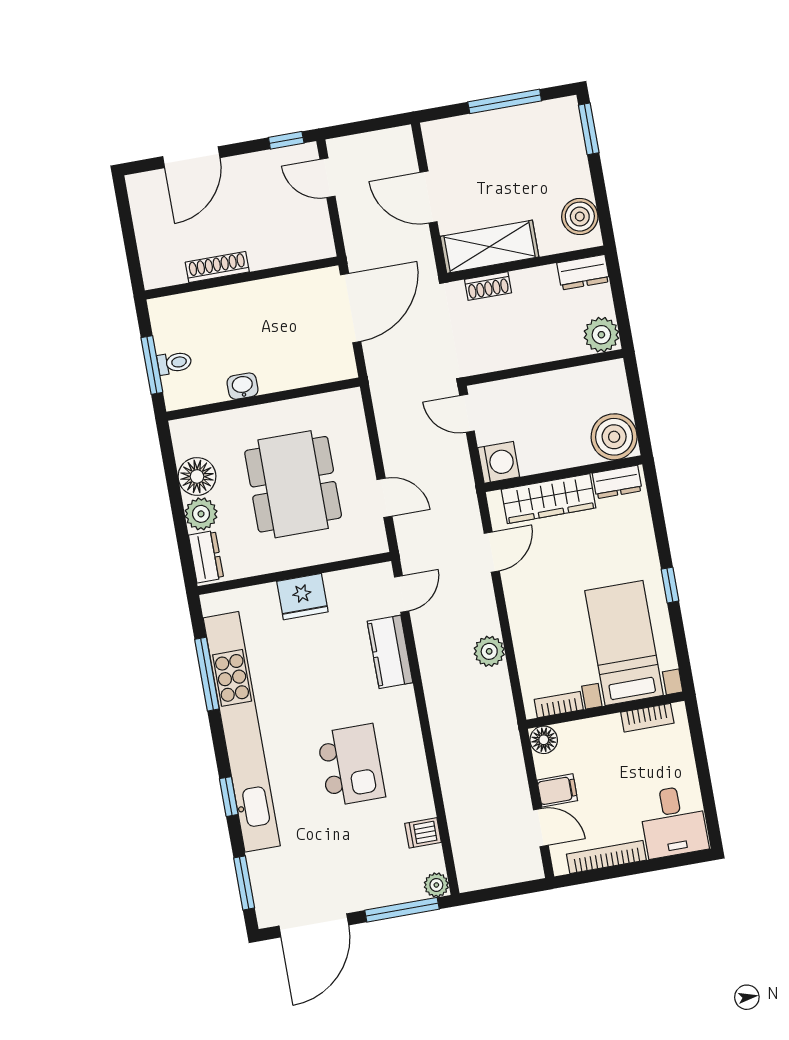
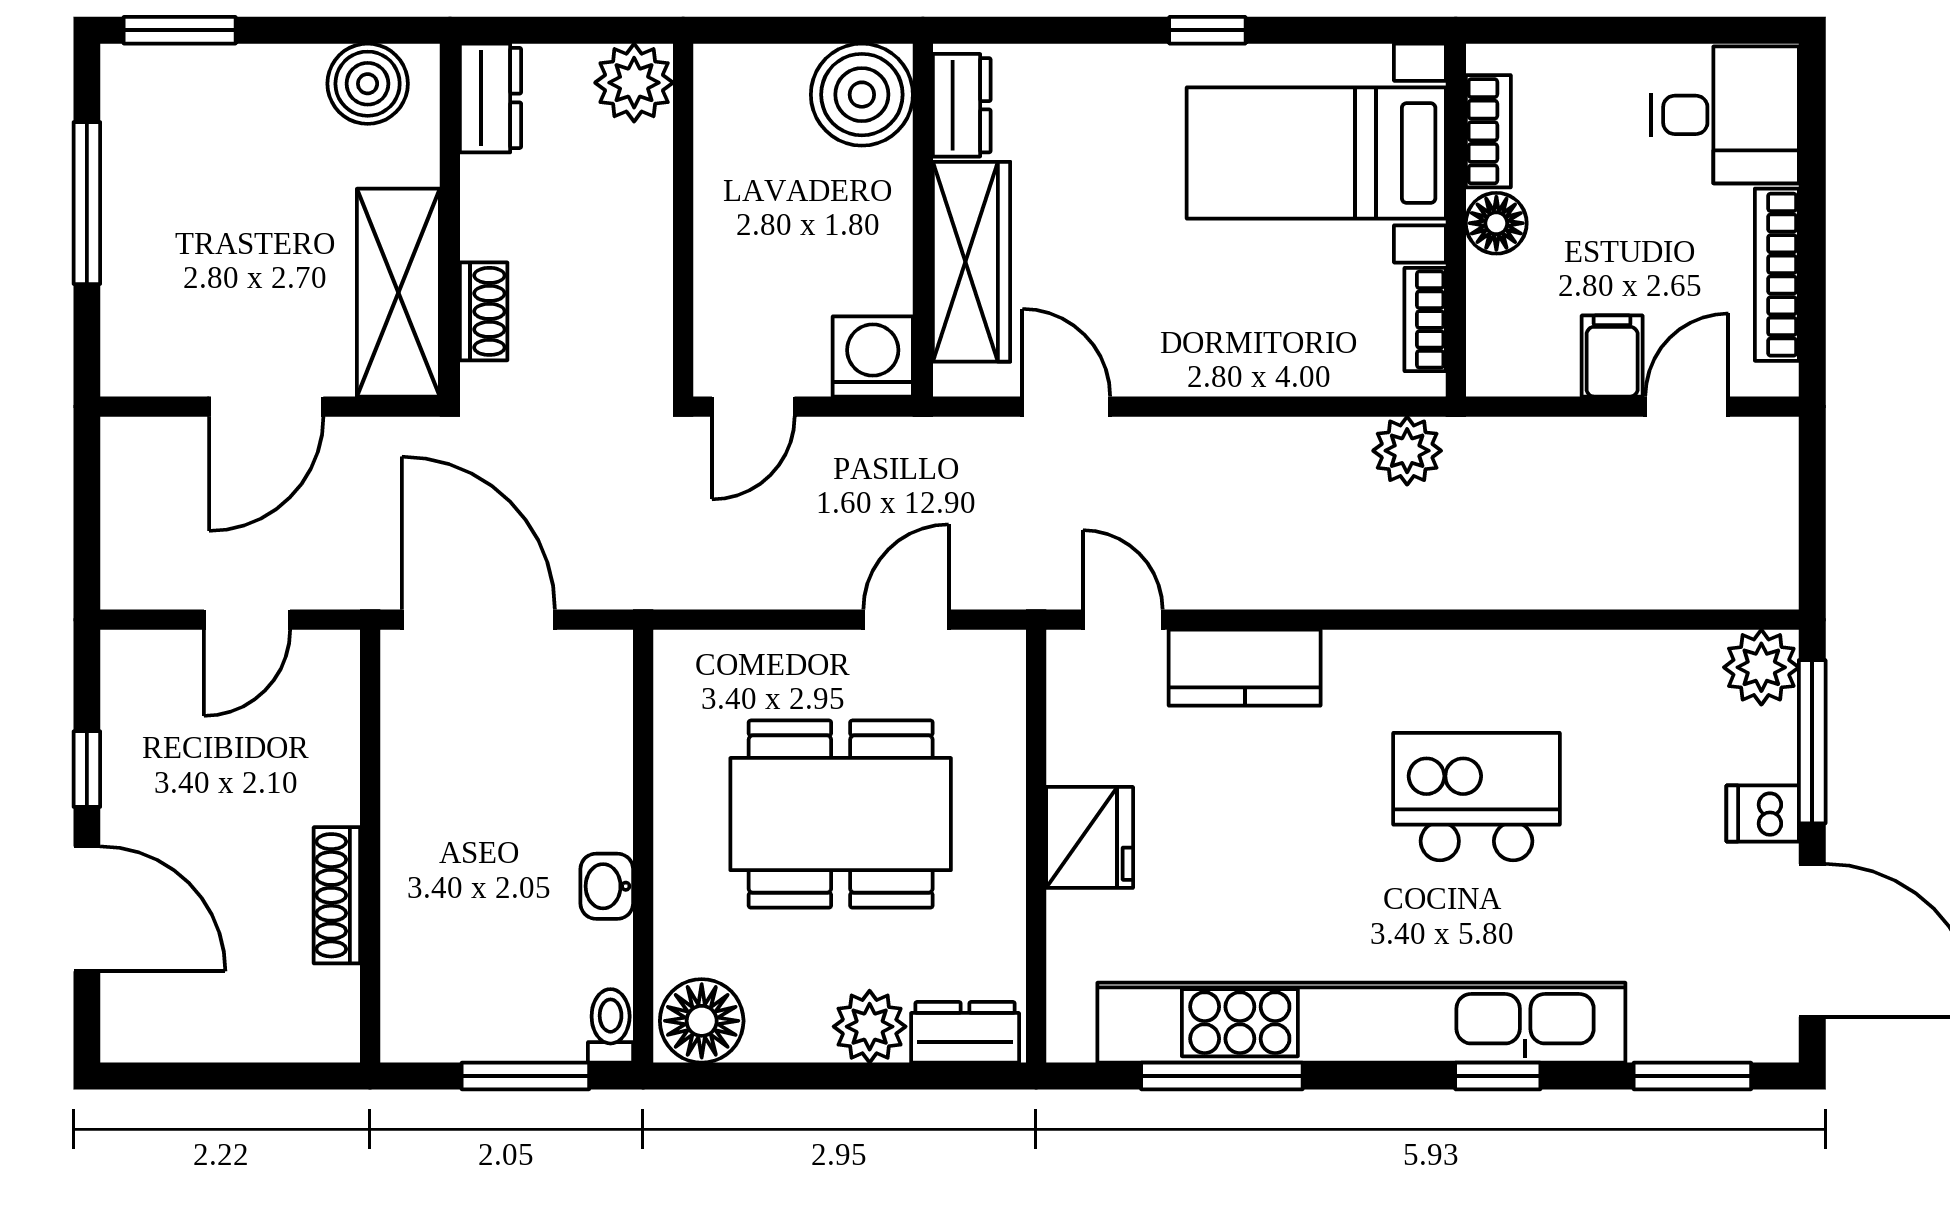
window: (286, 140) -> (87, 769), moved
door: (327, 178) -> (247, 620), moved
toilet: (174, 363) -> (611, 1026), moved
floor lamp: (197, 476) -> (702, 1021), moved
plant: (489, 651) -> (1407, 451), moved
floor lamp: (544, 740) -> (1496, 223), moved
dishwasher: (423, 833) -> (1763, 813), moved, turned 90
plant: (436, 885) -> (1761, 667), width x1.38, depth x1.38

